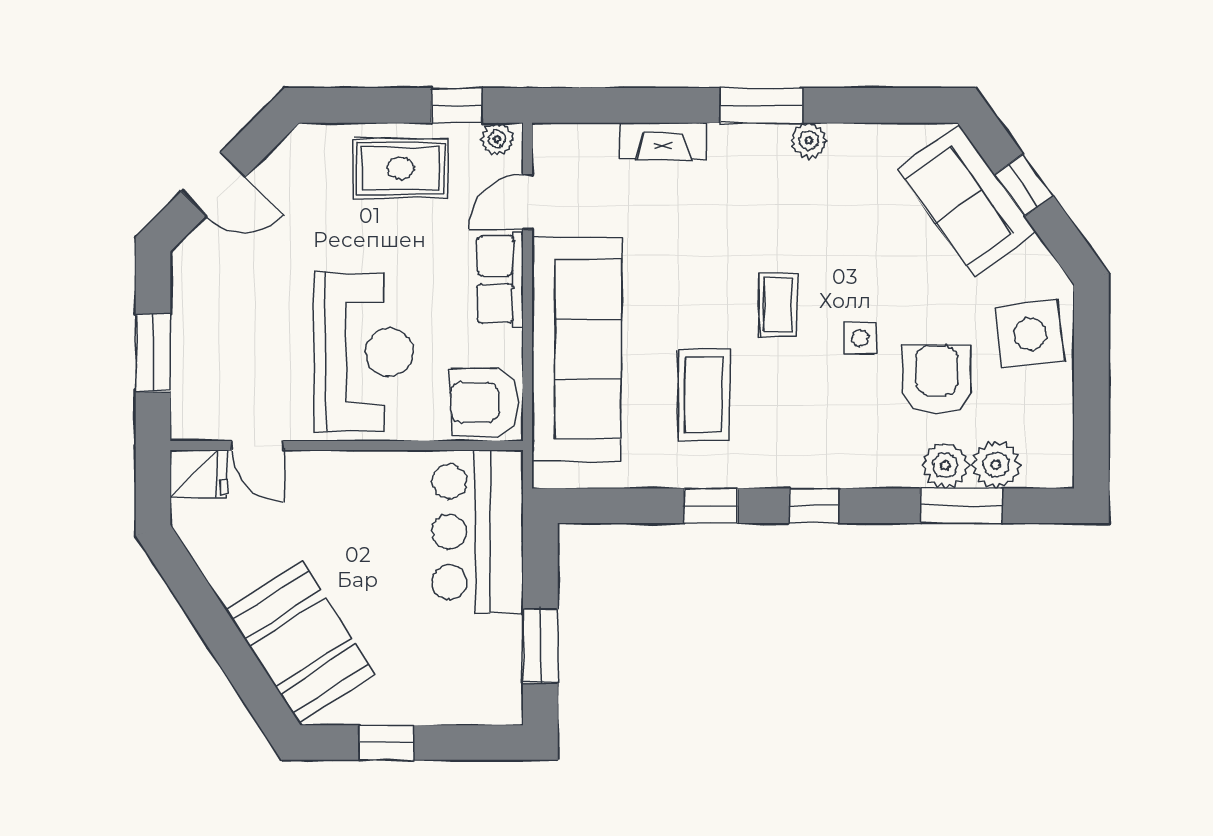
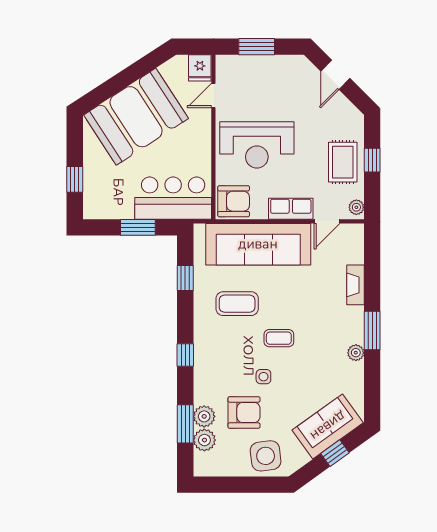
window: (457, 105) -> (372, 160), moved
door: (527, 202) -> (327, 221), swing flipped
armchair: (484, 402) -> (234, 201), turned 90
window: (711, 506) -> (185, 278), moved
booth: (300, 642) -> (136, 117), width x1.36, depth x1.42
window: (540, 646) -> (138, 227), moved
window: (387, 742) -> (75, 179), moved

